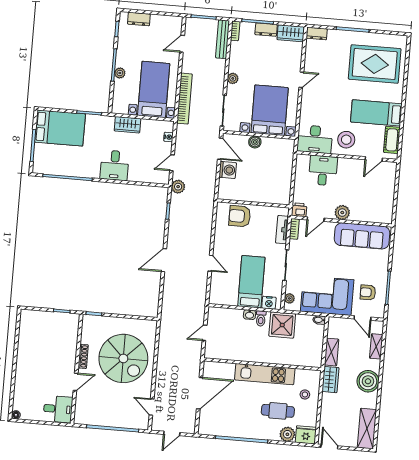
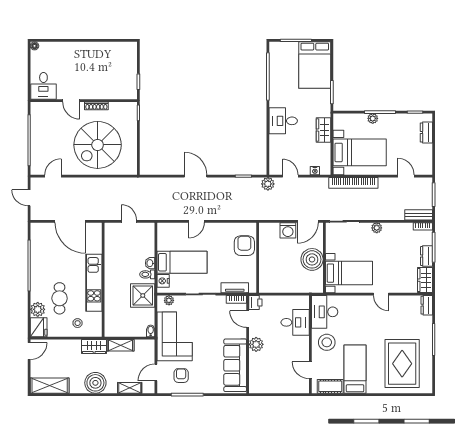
bench: (223, 39) -> (419, 215), width x0.73
bed with nightstands: (270, 110) -> (349, 273), width x0.73
boiler: (255, 142) -> (312, 259), width x1.86, depth x1.86

